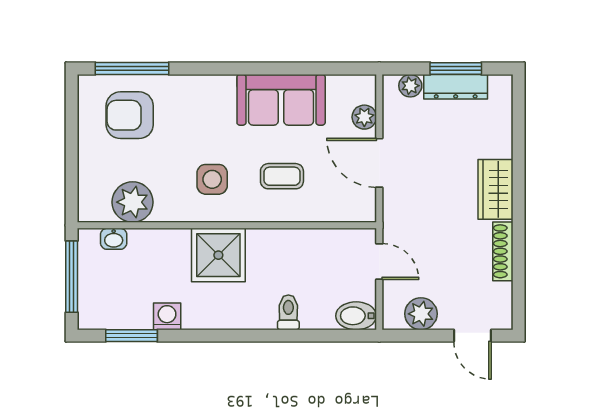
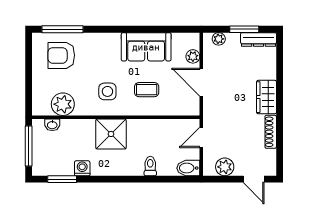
dresser: (456, 87) -> (258, 39), moved
door: (379, 261) -> (201, 138), swing flipped

